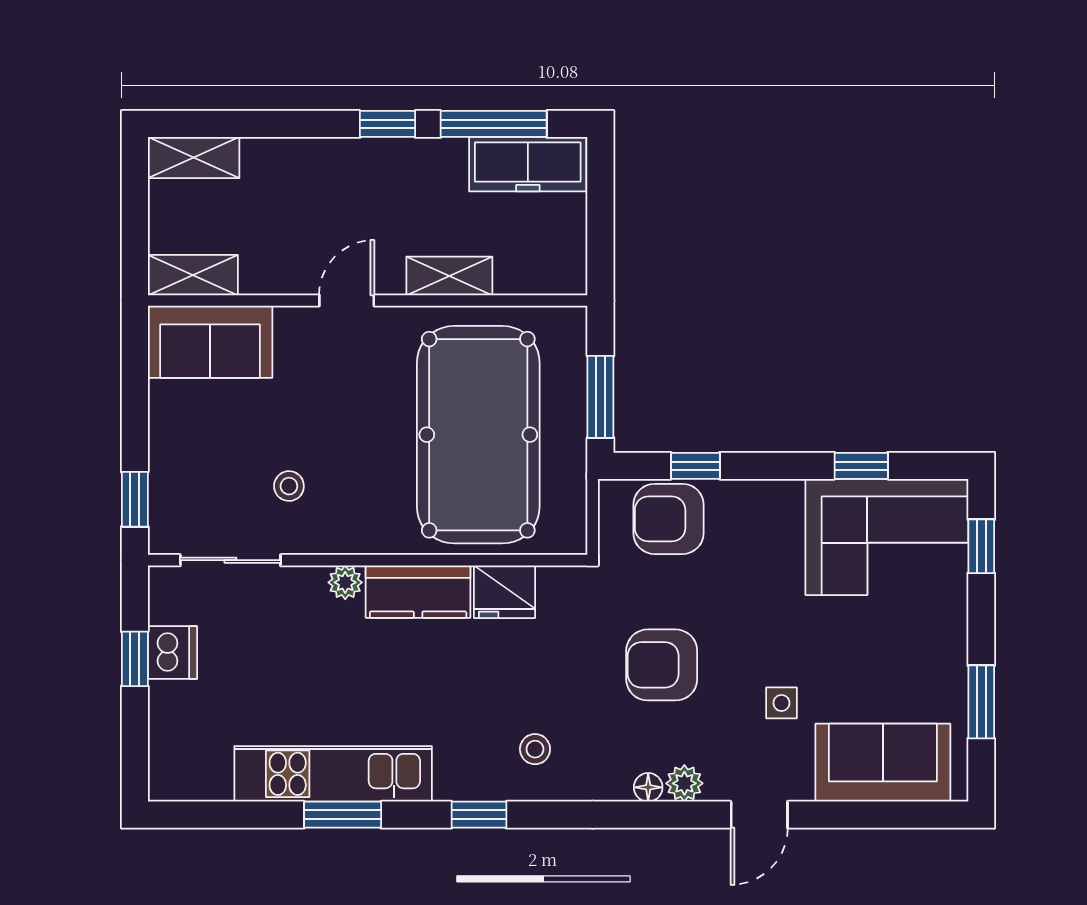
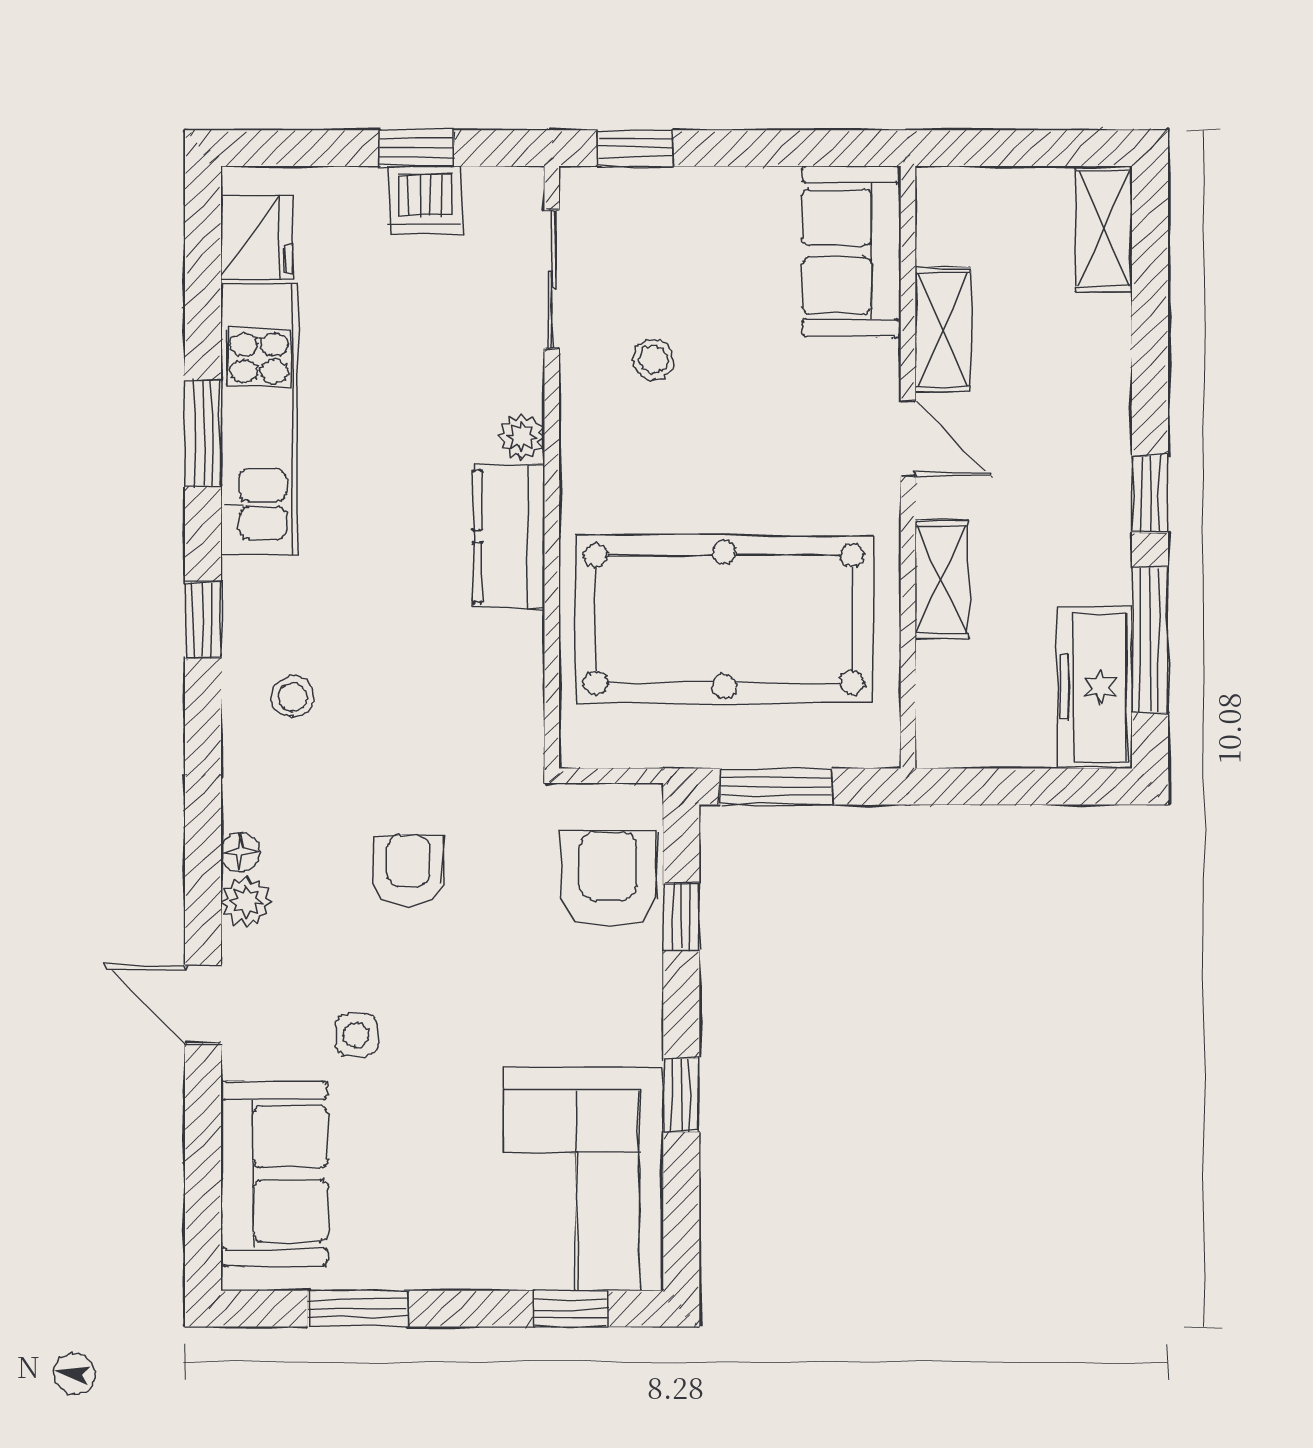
shelving: (193, 275) -> (943, 329), moved
window: (861, 466) -> (681, 1095), moved
fridge: (504, 592) -> (257, 238), moved, turned 180
armchair: (662, 665) -> (408, 870), width x0.72, depth x0.72

